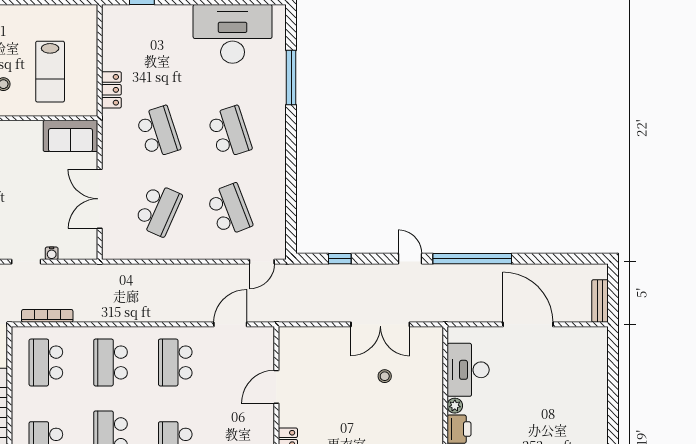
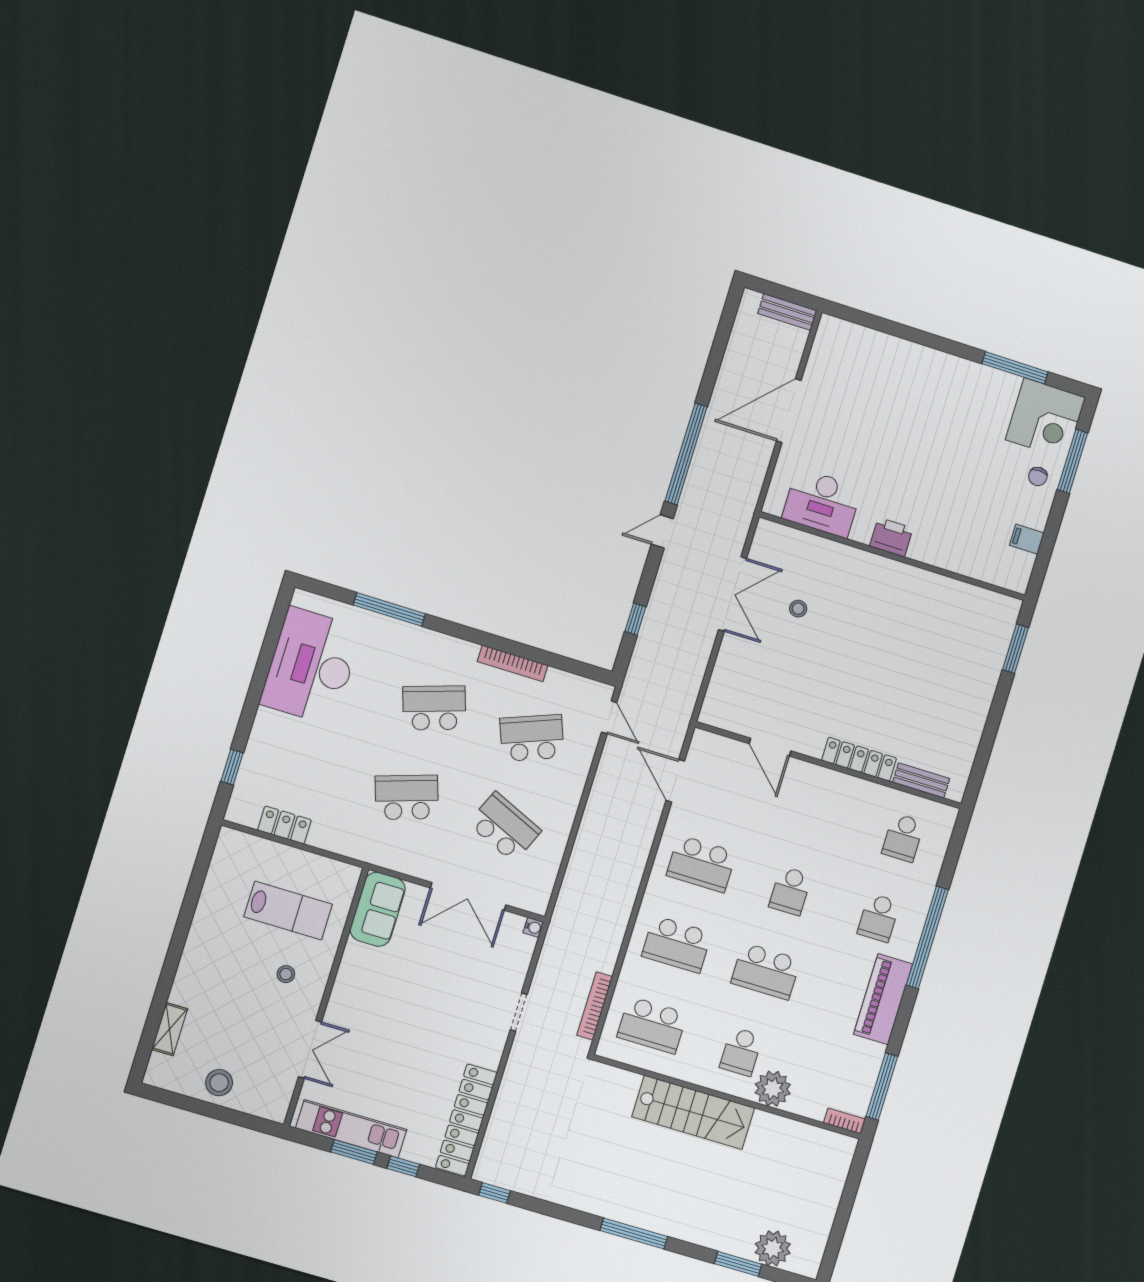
locker: (111, 90) -> (284, 825), moved
bookcase: (279, 179) -> (513, 663), added
water cooler: (52, 253) -> (533, 927), moved
plant: (455, 406) -> (861, 533), removed

